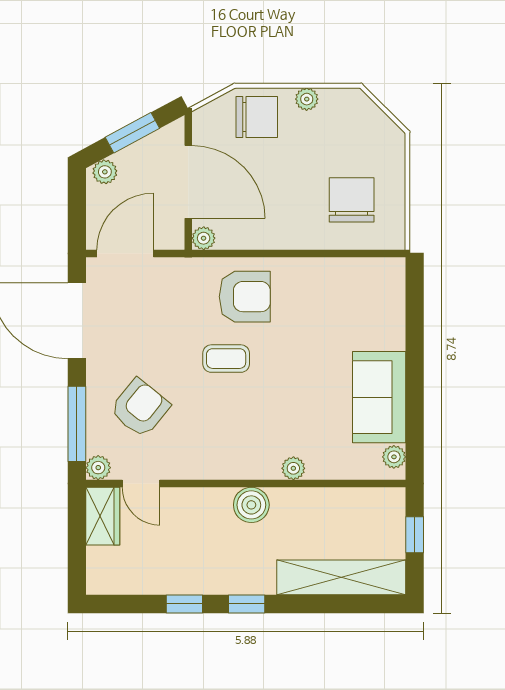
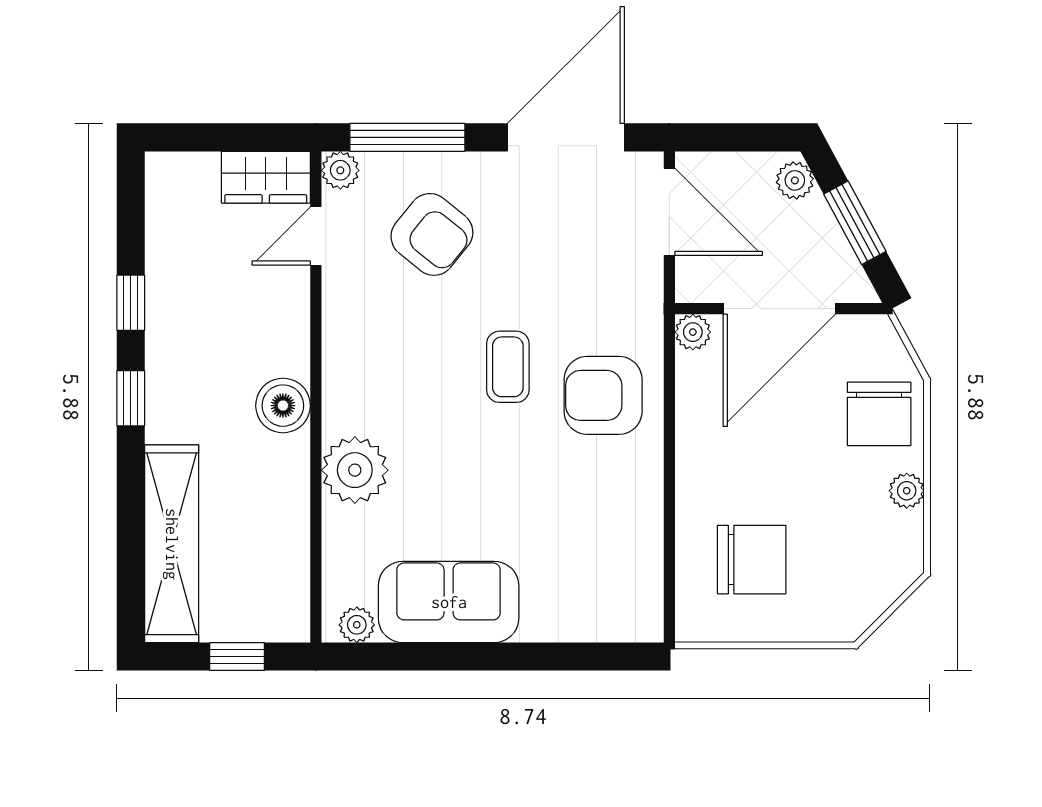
armchair: (245, 297) -> (603, 395), turned 90
plant: (293, 468) -> (355, 470), width x1.87, depth x1.87

